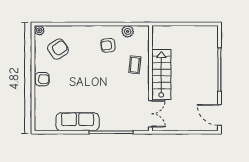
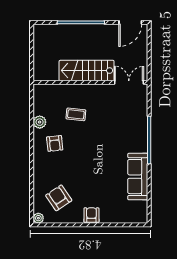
stairs: (161, 75) -> (87, 71), moved
wall: (150, 78) -> (90, 82), moved
double door: (150, 114) -> (129, 82), moved

